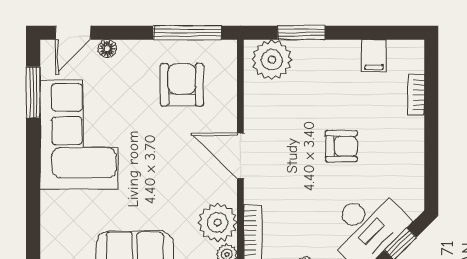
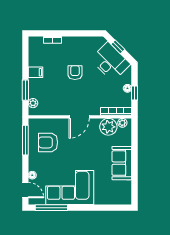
filing cabinet: (374, 56) -> (35, 72), moved
plant: (272, 60) -> (33, 103), width x0.53, depth x0.53
window: (33, 92) -> (51, 208), width x1.44

